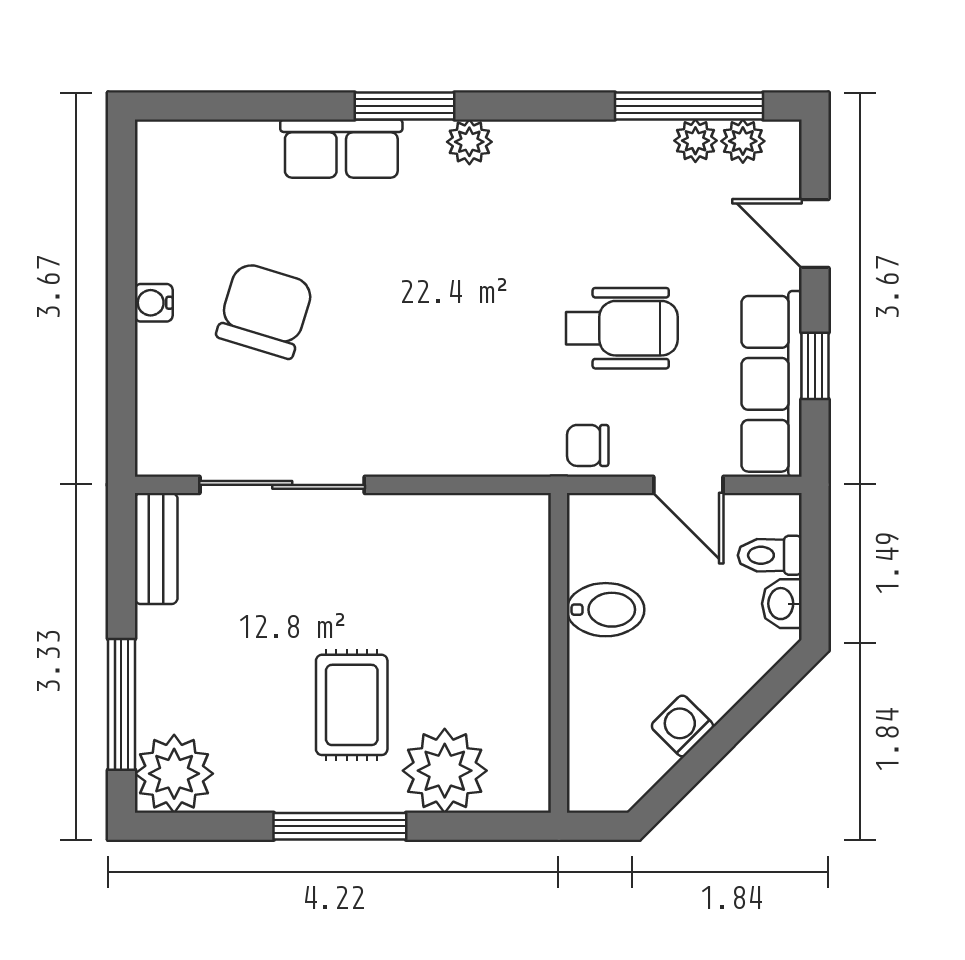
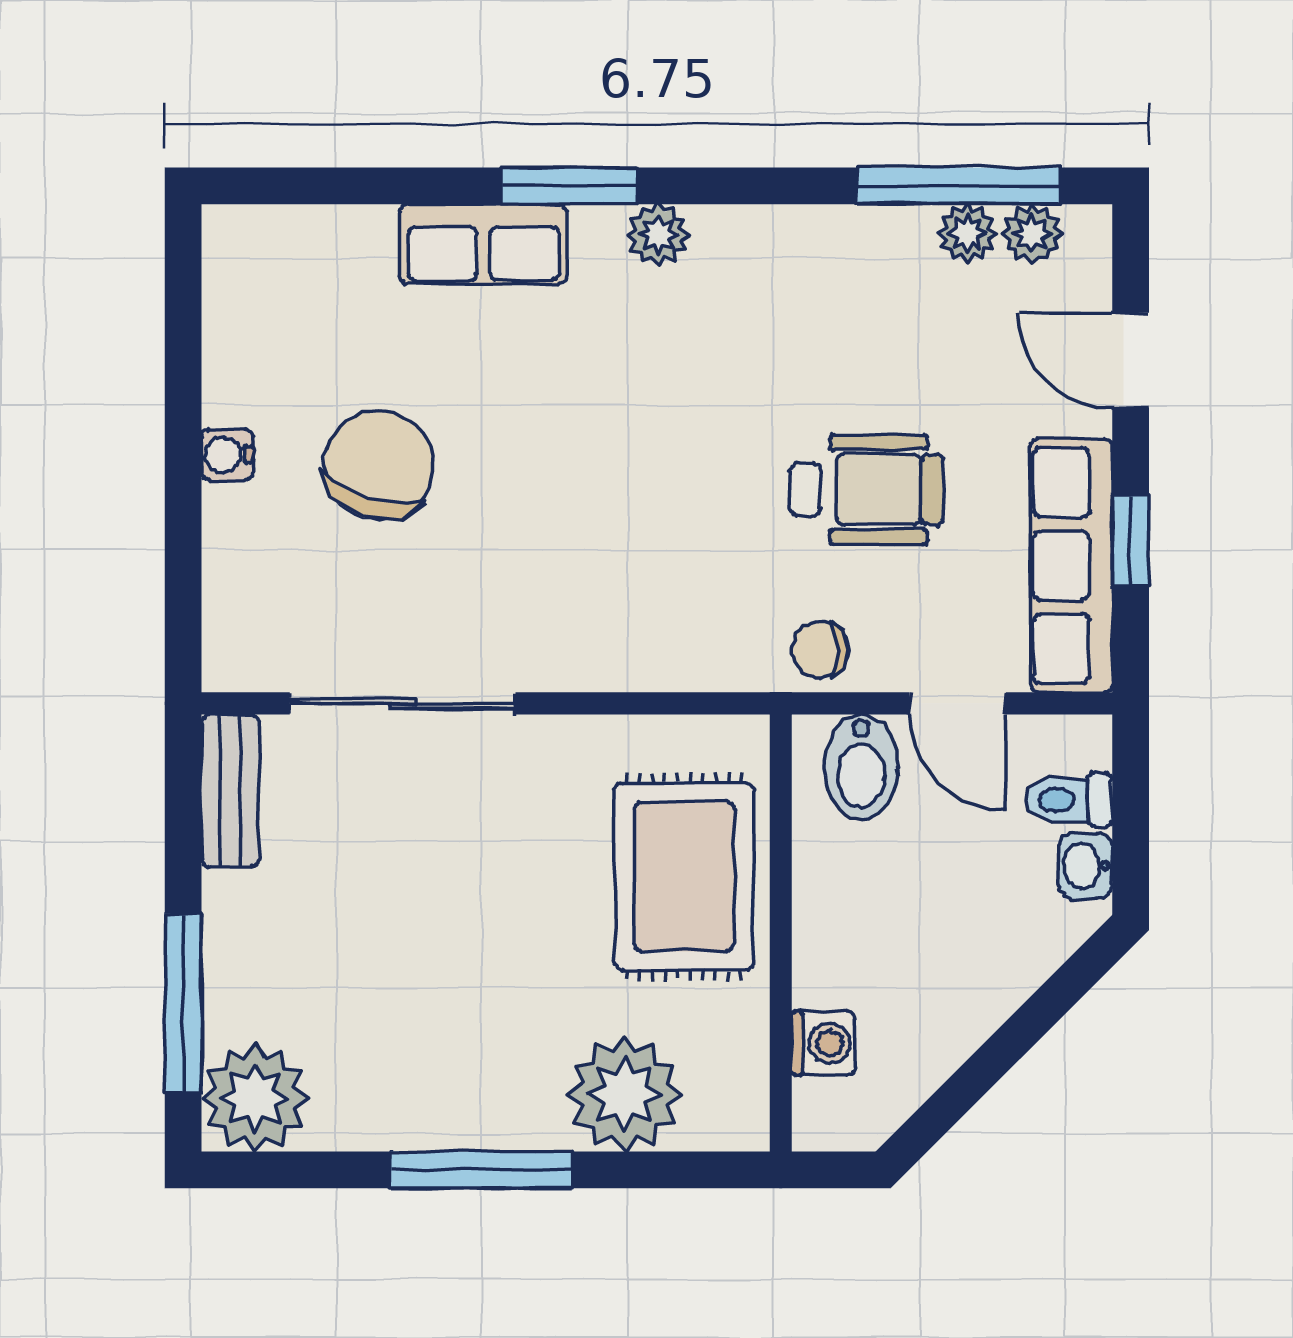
bidet: (606, 610) -> (861, 767), moved, turned 90
rug: (352, 705) -> (684, 877), moved, width x1.36, depth x1.43
washing machine: (682, 726) -> (823, 1043), moved, turned 135

